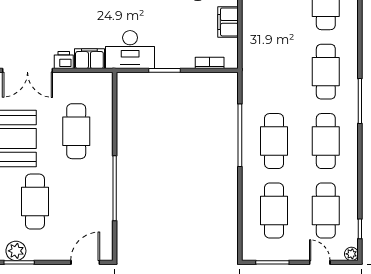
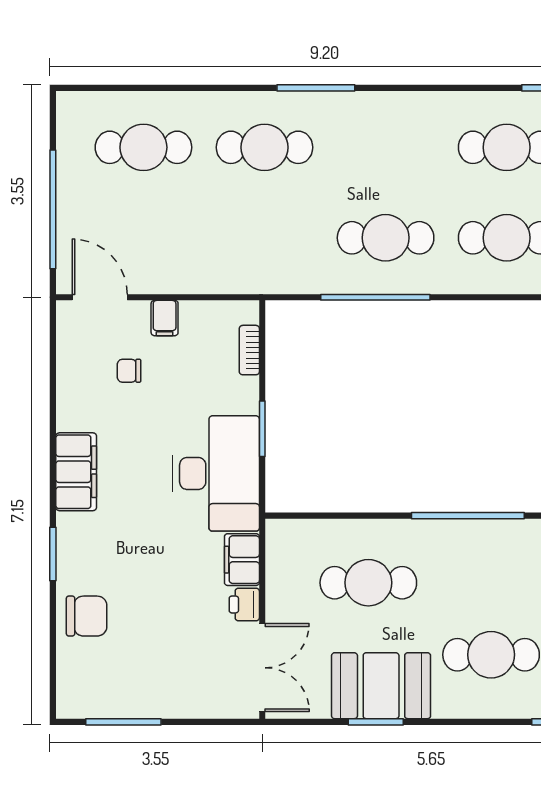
filing cabinet: (228, 22) -> (165, 318), width x0.50
desk: (130, 50) -> (216, 473), width x1.36, depth x1.30
cafe table: (326, 141) -> (386, 147), removed

